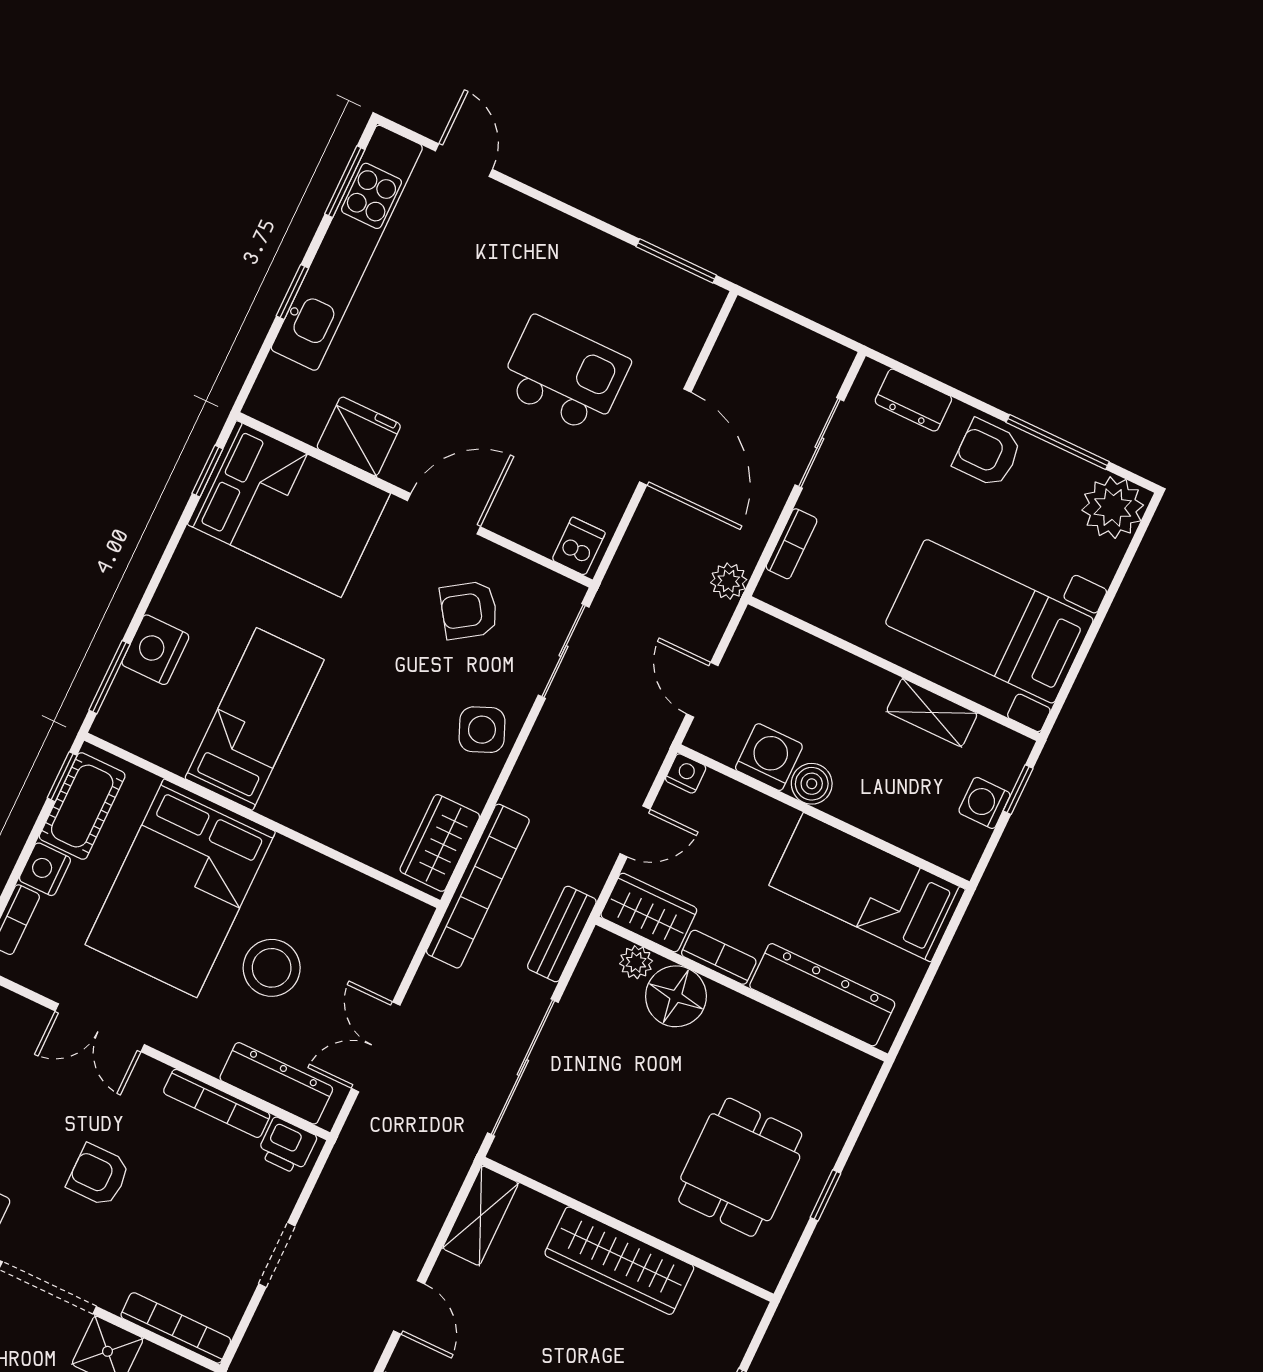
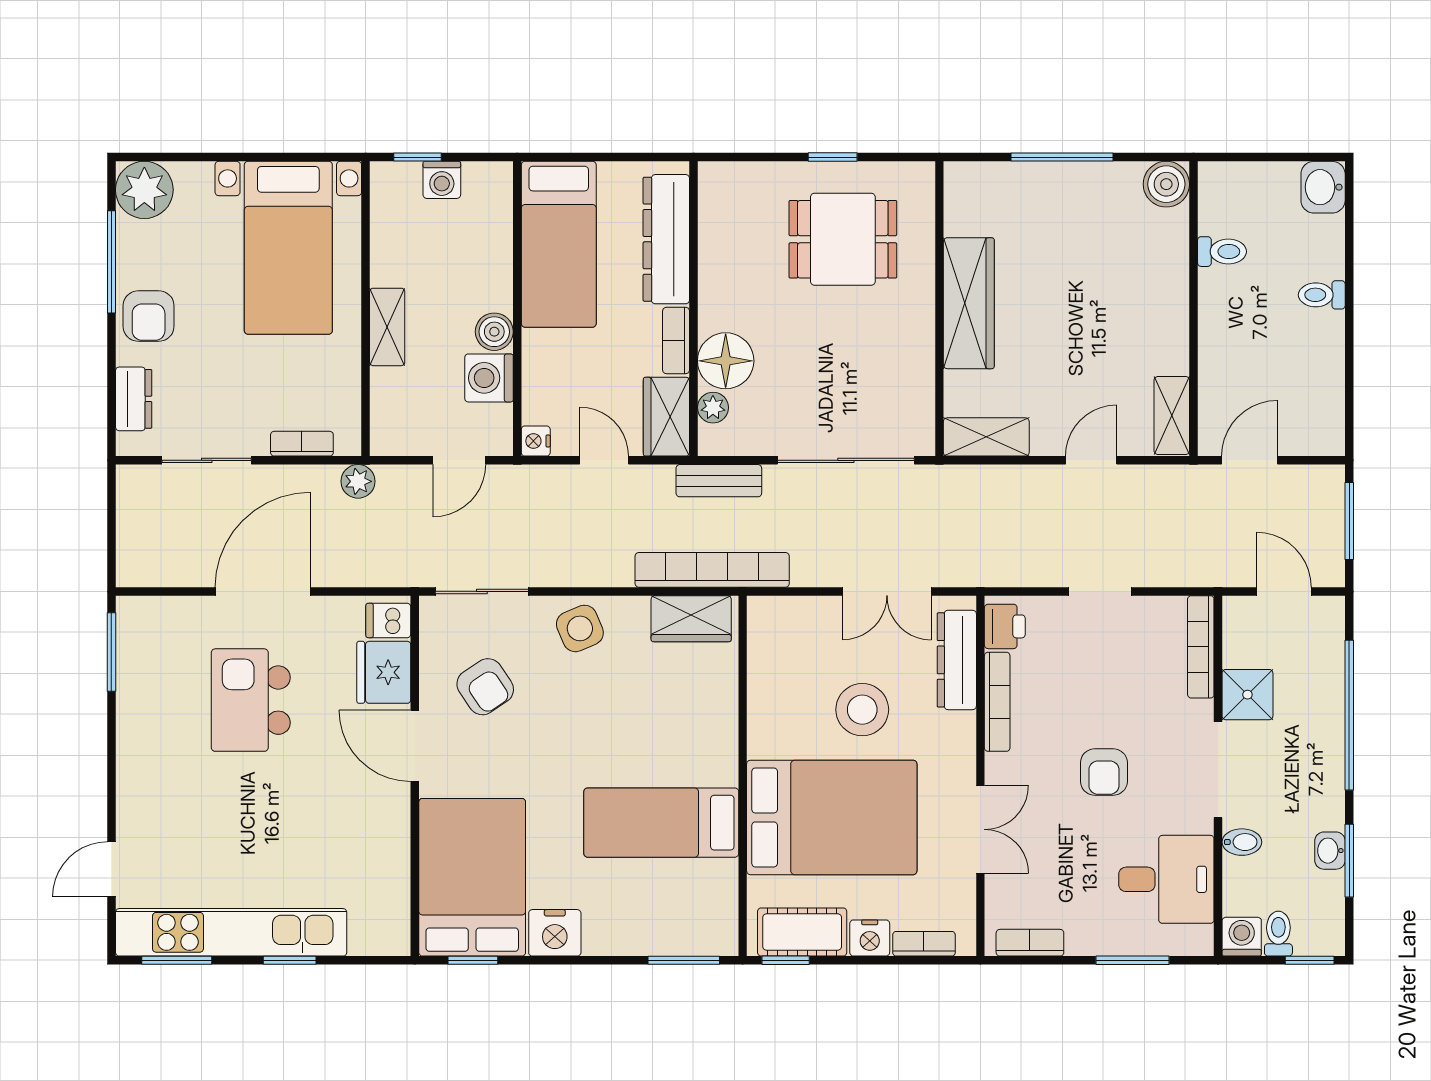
fridge: (359, 436) -> (384, 672), moved
nightstand: (155, 650) -> (555, 933), moved
shelving: (932, 713) -> (387, 327), moved

